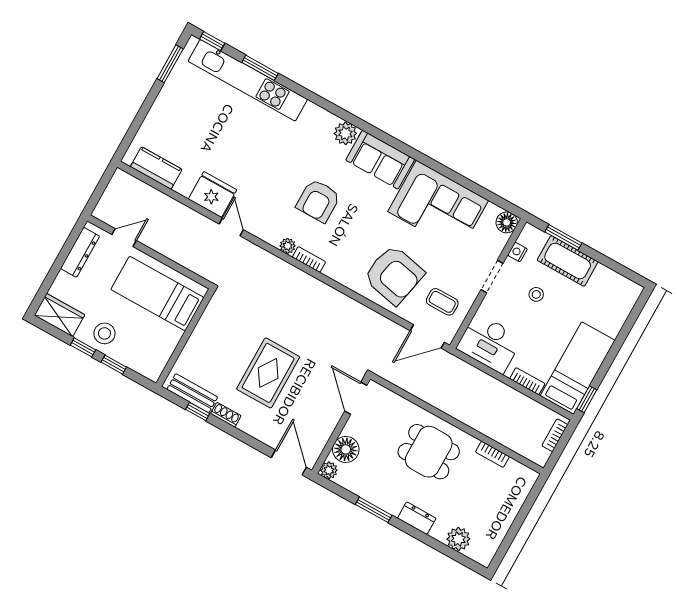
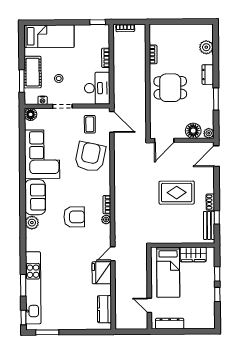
wardrobe: (60, 315) -> (193, 254), moved, turned -90
stool: (104, 333) -> (204, 288), removed
bed: (578, 368) -> (49, 36), moved, turned 180
dining table: (429, 452) -> (170, 88), turned 90

